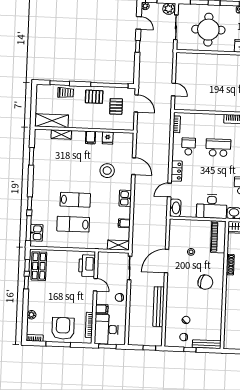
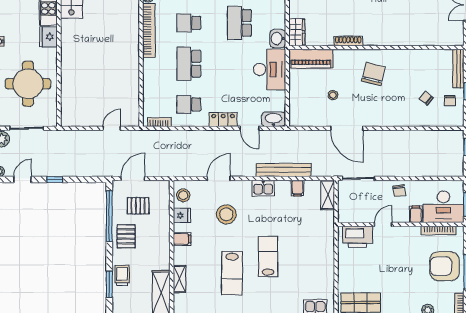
stool: (122, 140) -> (183, 195), added
lab bench: (73, 224) -> (232, 273), moved
bench: (158, 307) -> (284, 170), moved

